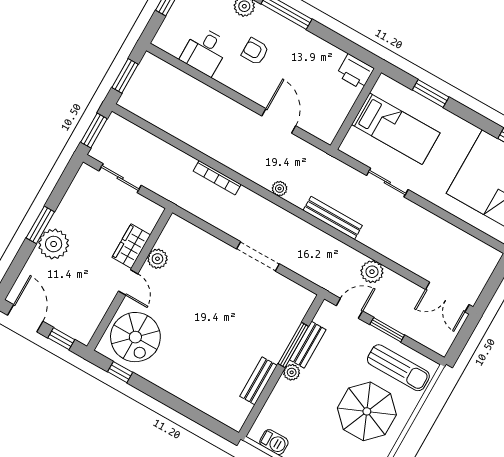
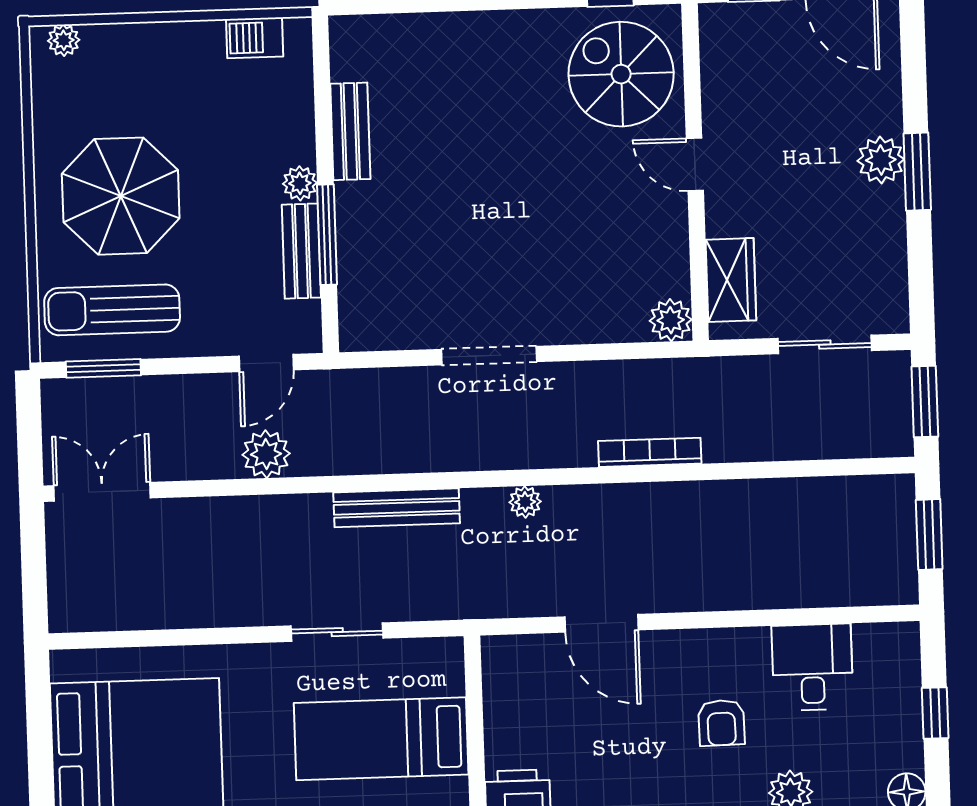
armchair: (255, 51) -> (721, 723), turned 89
plant: (54, 244) -> (881, 160), width x0.73, depth x0.73
wardrobe: (131, 246) -> (731, 280), moved
plant: (157, 259) -> (671, 320), moved
window: (387, 330) -> (103, 368), moved

